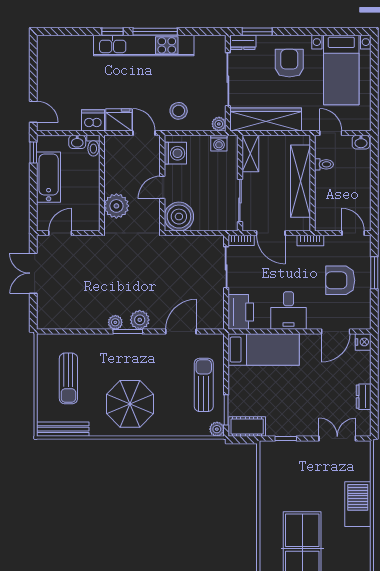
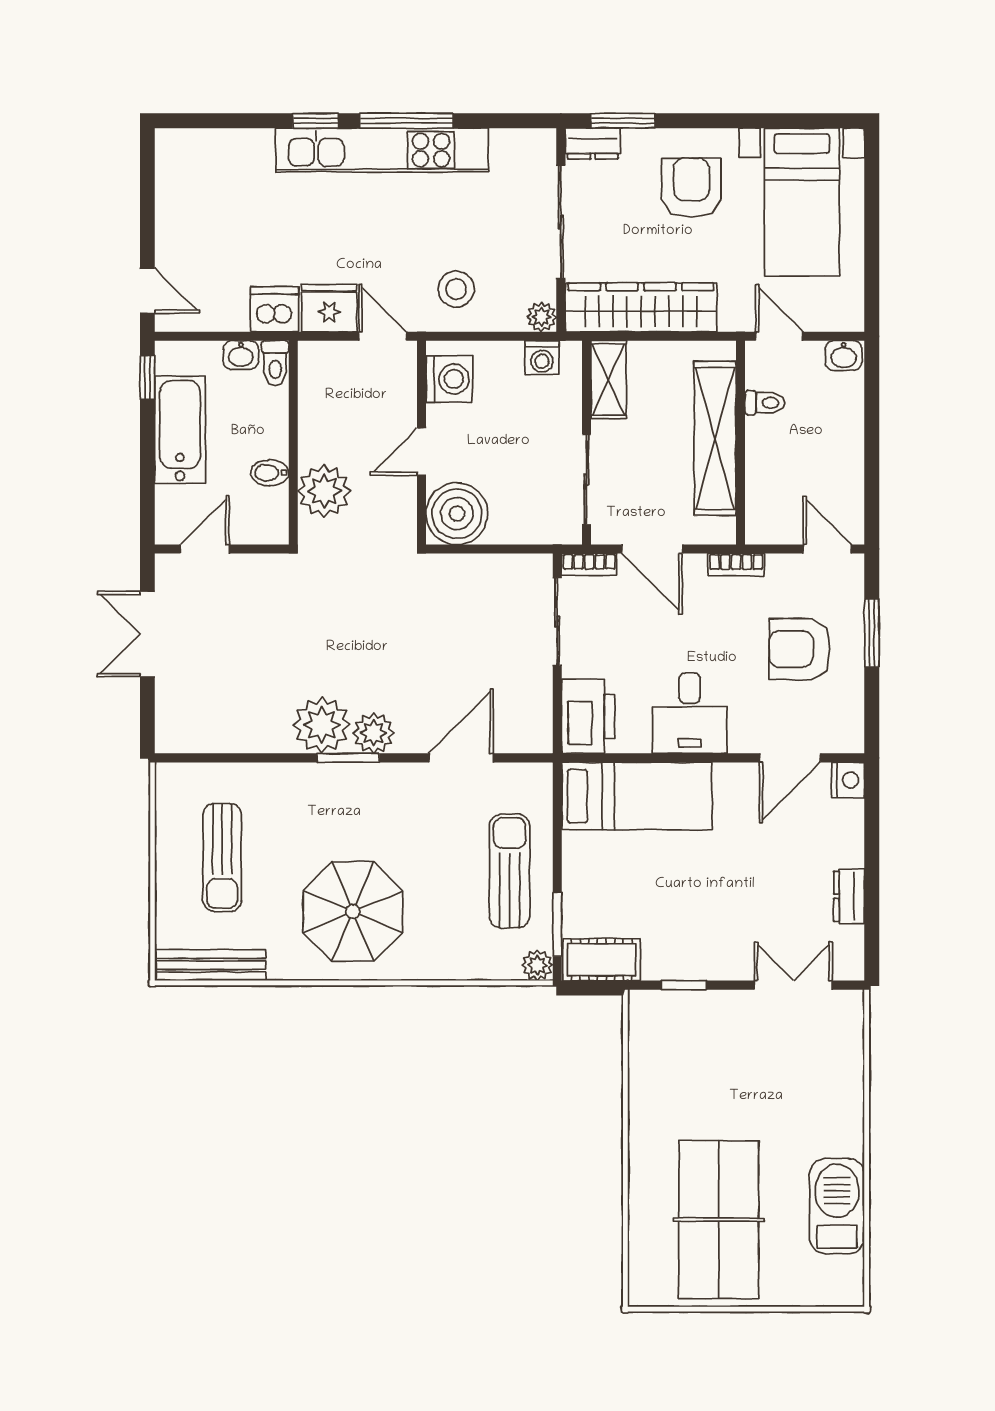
bidet: (91, 197) -> (270, 473), added
plant: (115, 322) -> (322, 725), width x1.88, depth x1.88
barbecue: (358, 504) -> (837, 1206), moved

